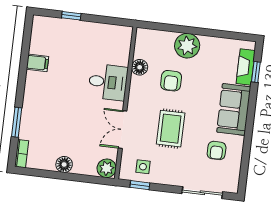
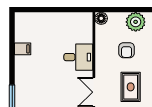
window: (71, 16) -> (44, 10), removed
floor lamp: (140, 67) -> (101, 18), moved

